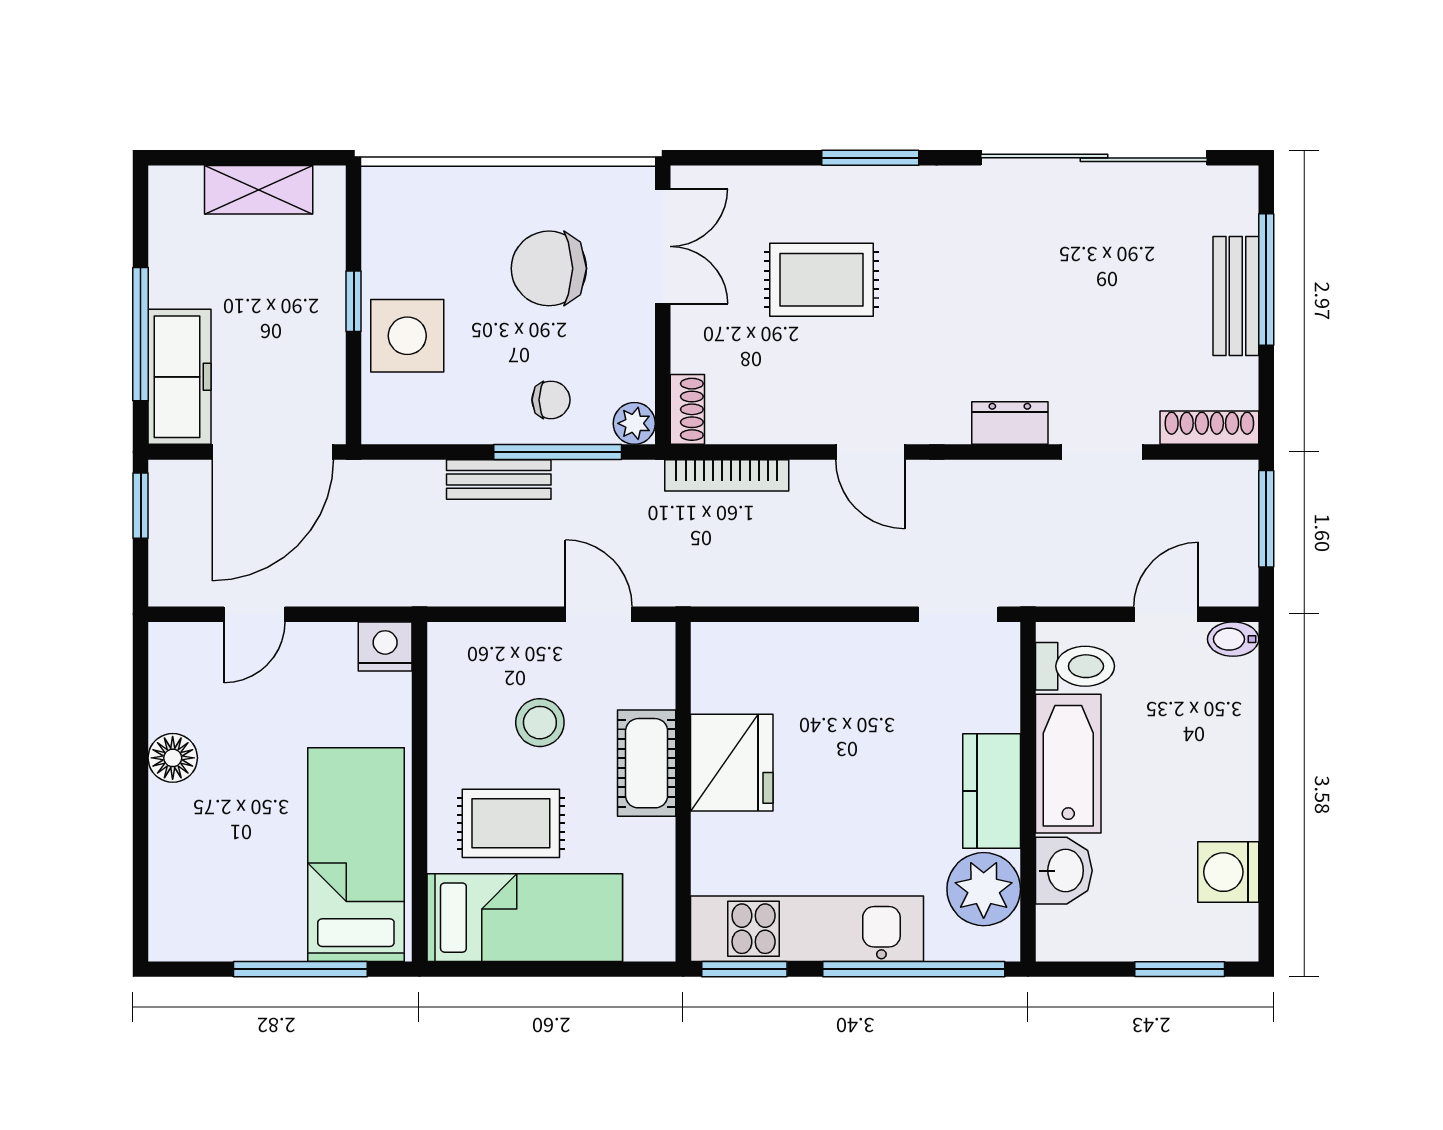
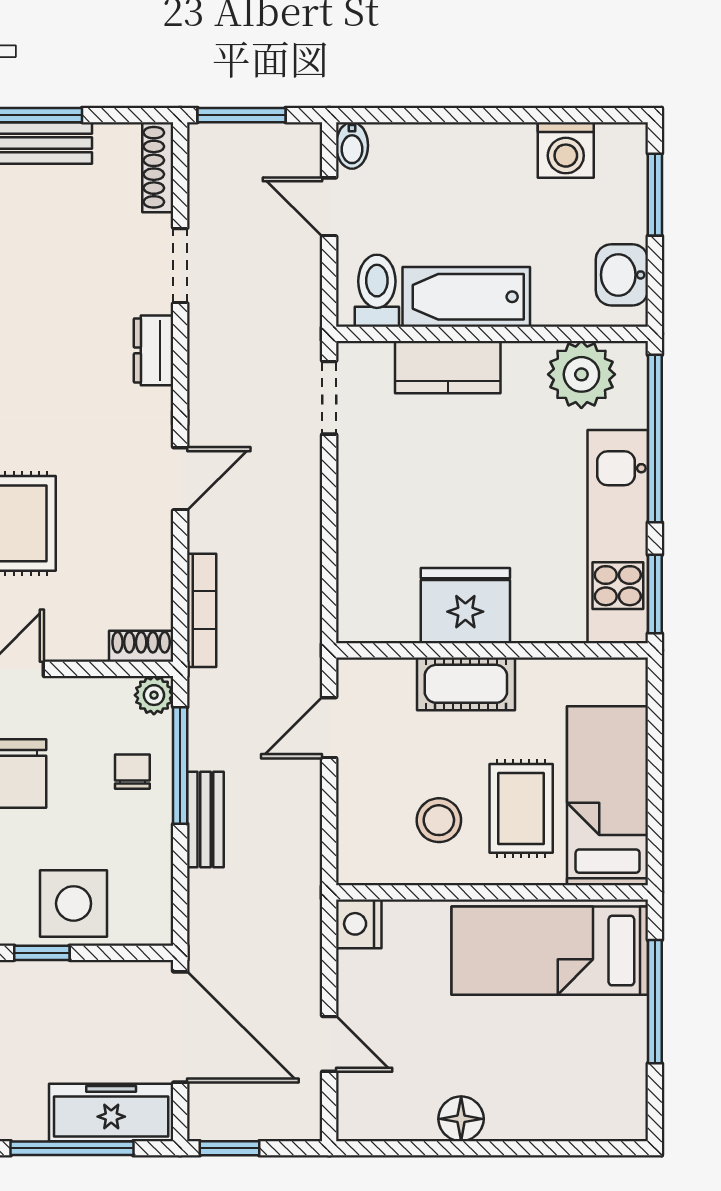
stool: (540, 723) -> (439, 820), moved
kitchen counter: (992, 791) -> (448, 367), moved
washbasin: (1064, 871) -> (622, 275), moved, turned -90

